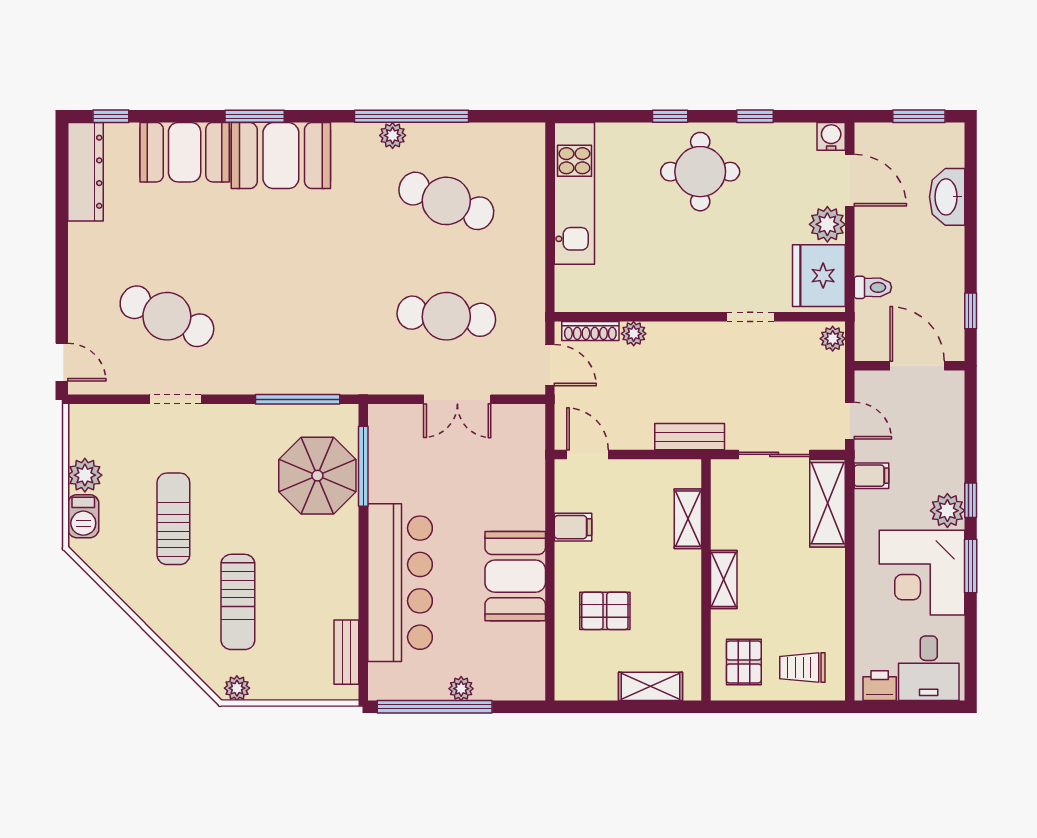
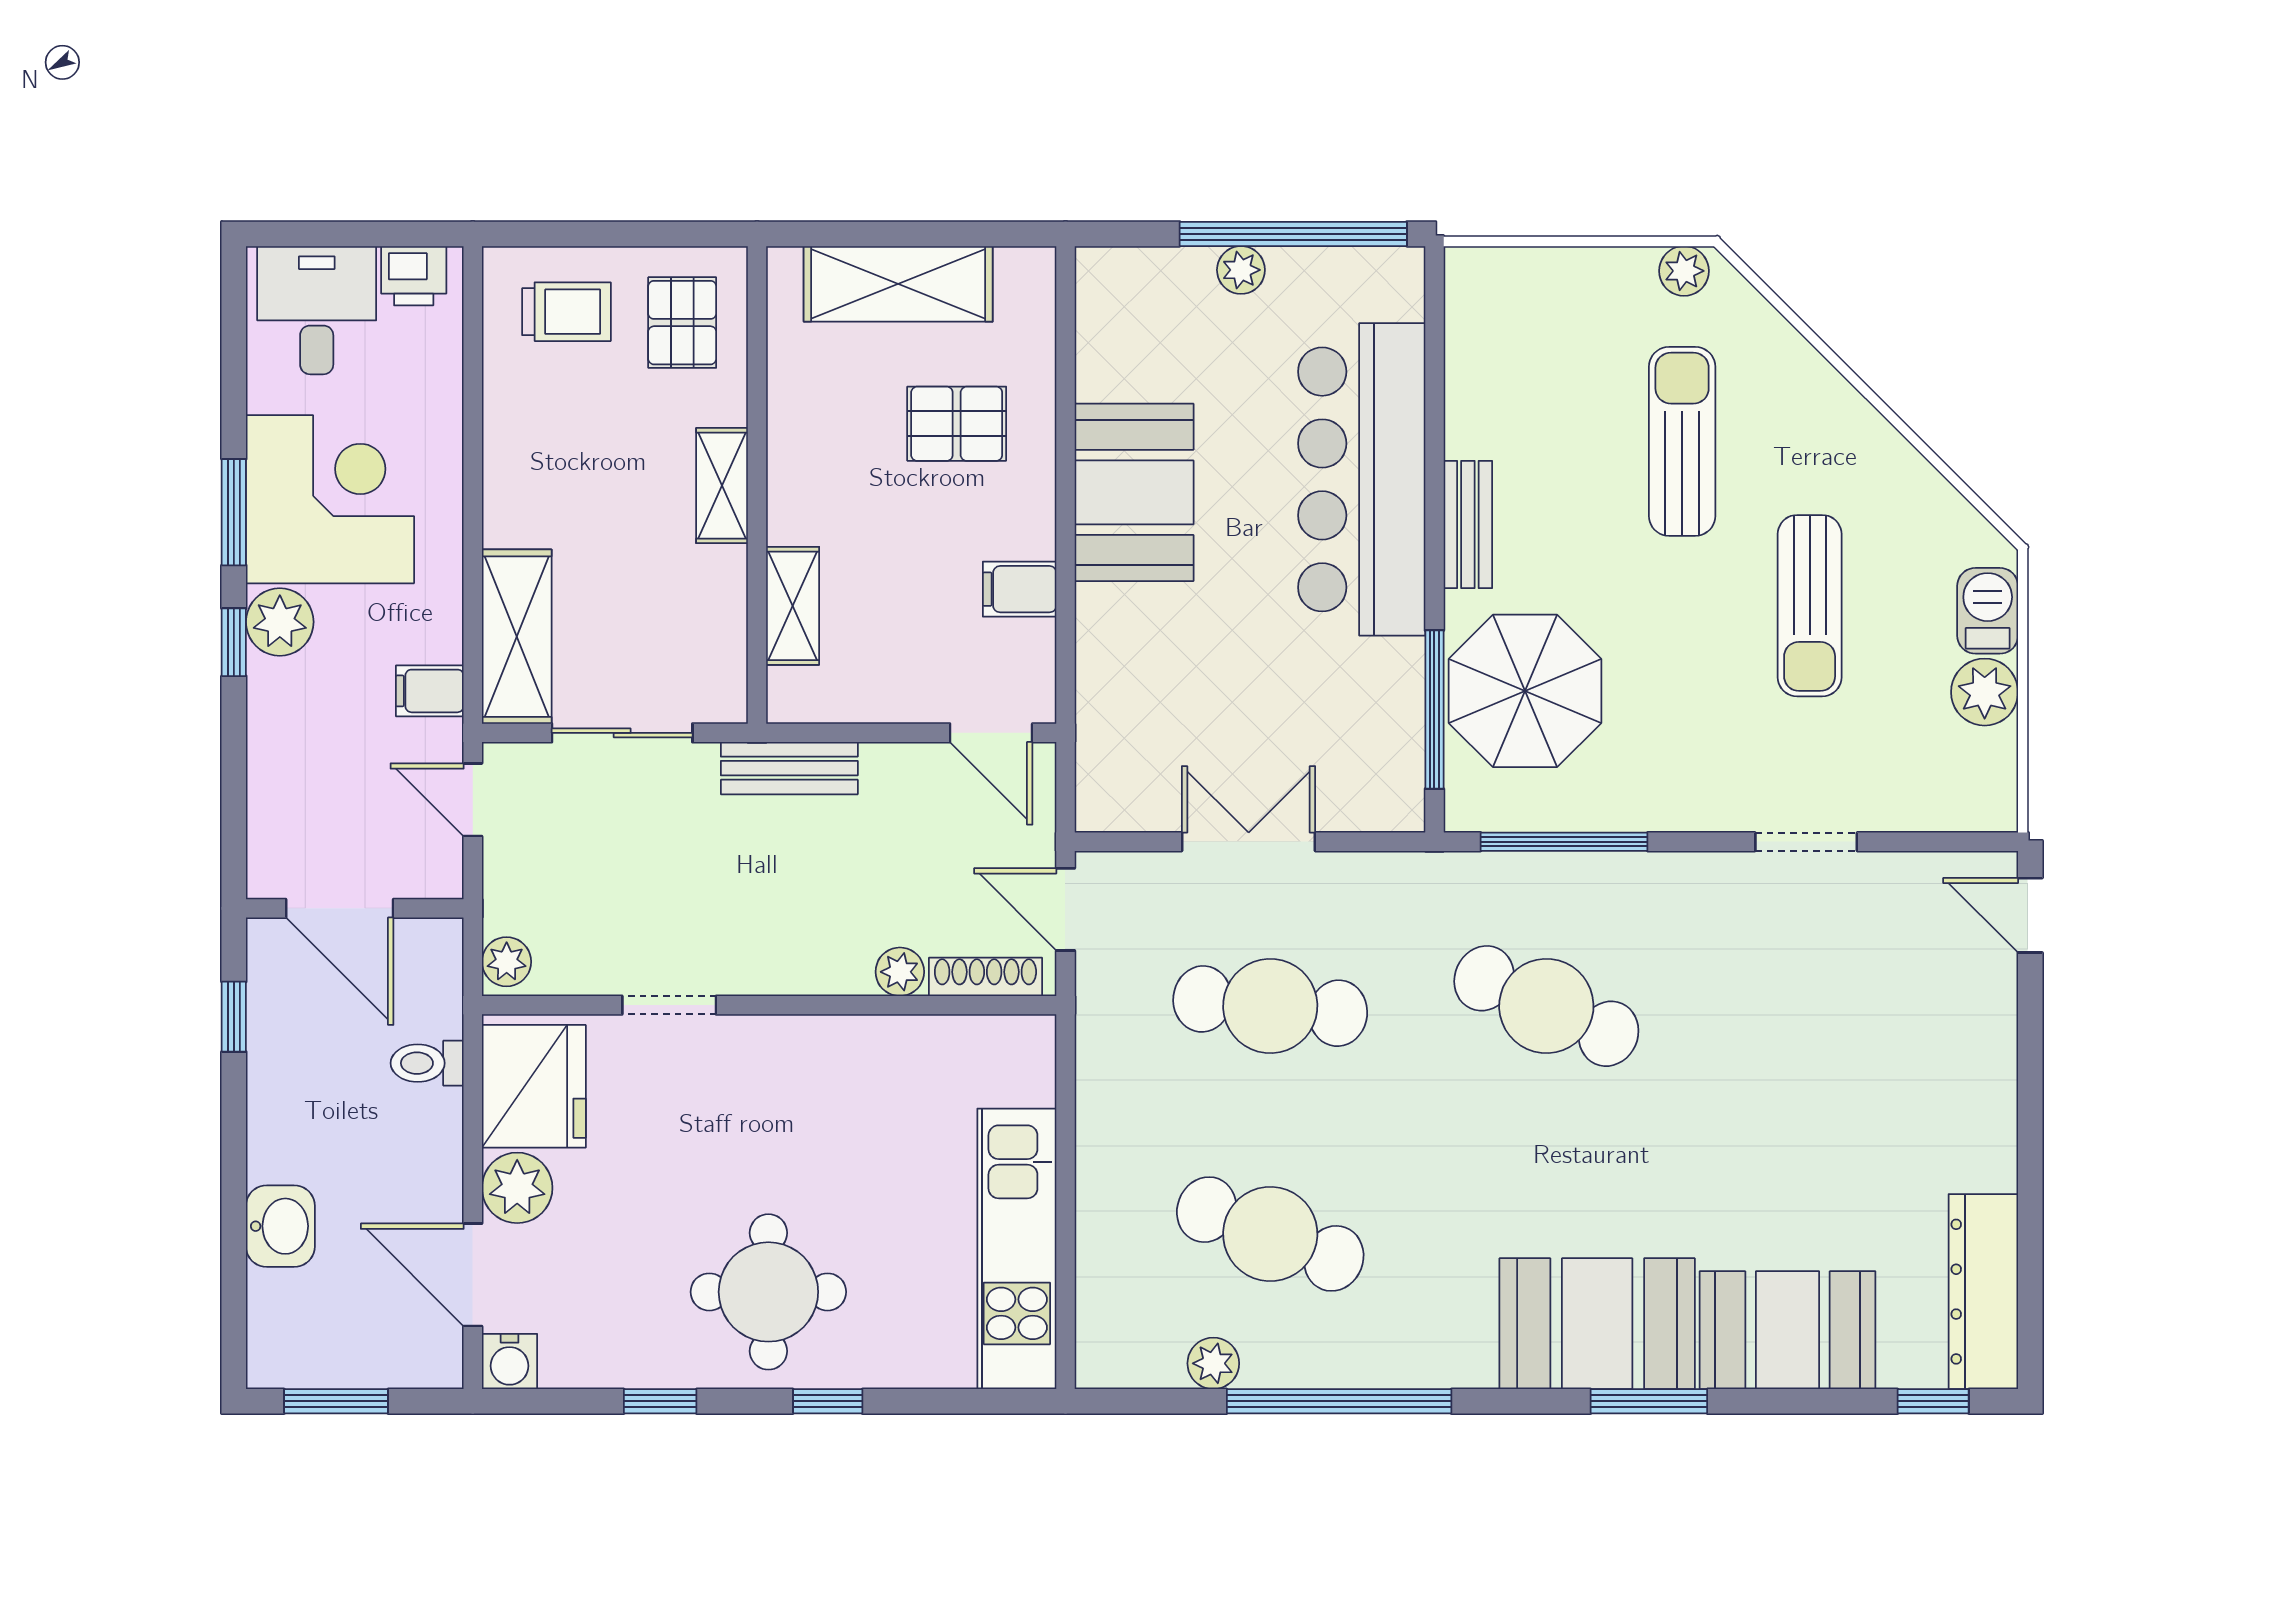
plant: (393, 135) -> (1213, 1363), moved
washbasin: (947, 197) -> (280, 1226), width x0.72
cafe table: (167, 316) -> (1546, 1006), moved
bench: (346, 652) -> (1468, 524), moved
shelving: (650, 686) -> (898, 284), width x1.50, depth x1.33

